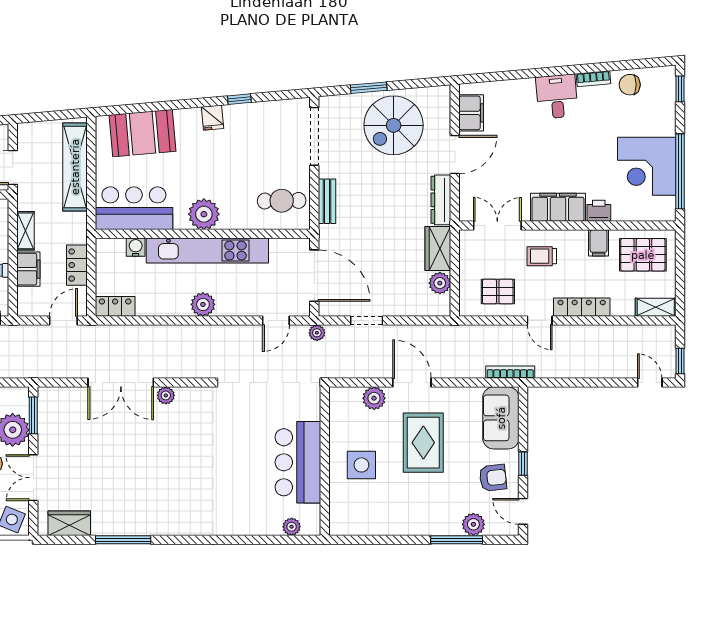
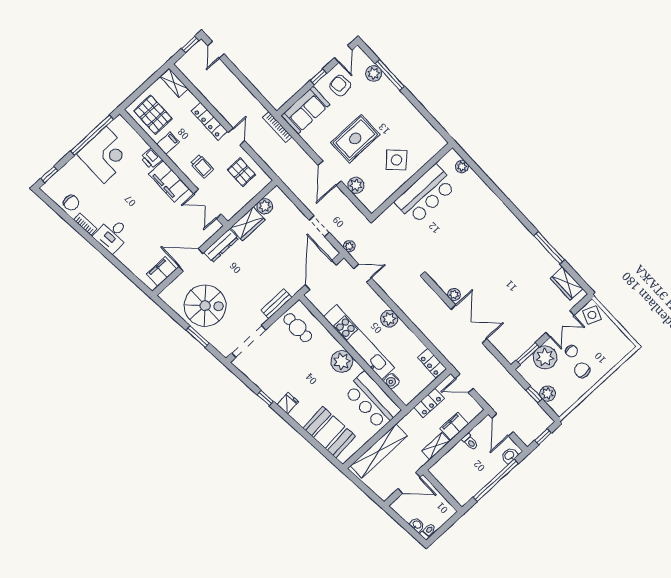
side table: (361, 465) -> (396, 160), turned 45

